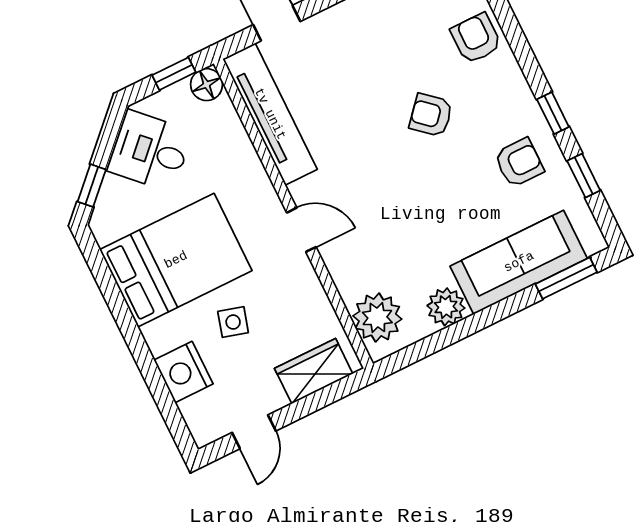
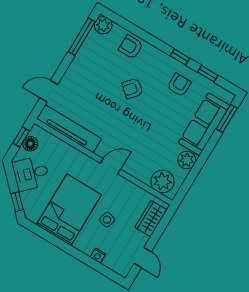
floor lamp: (207, 85) -> (30, 144), moved
nightstand: (183, 372) -> (98, 256), width x0.53, depth x0.56

